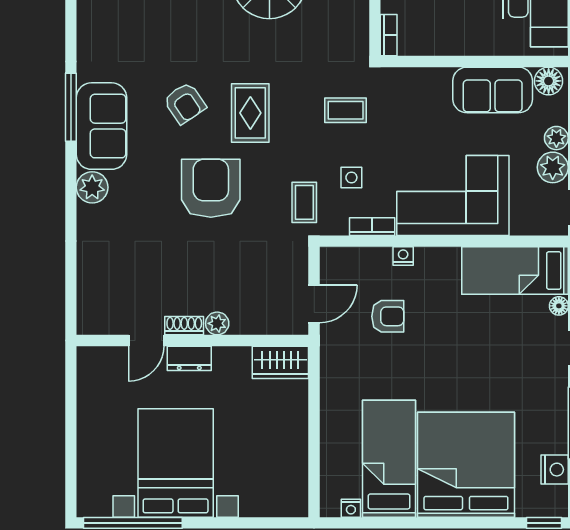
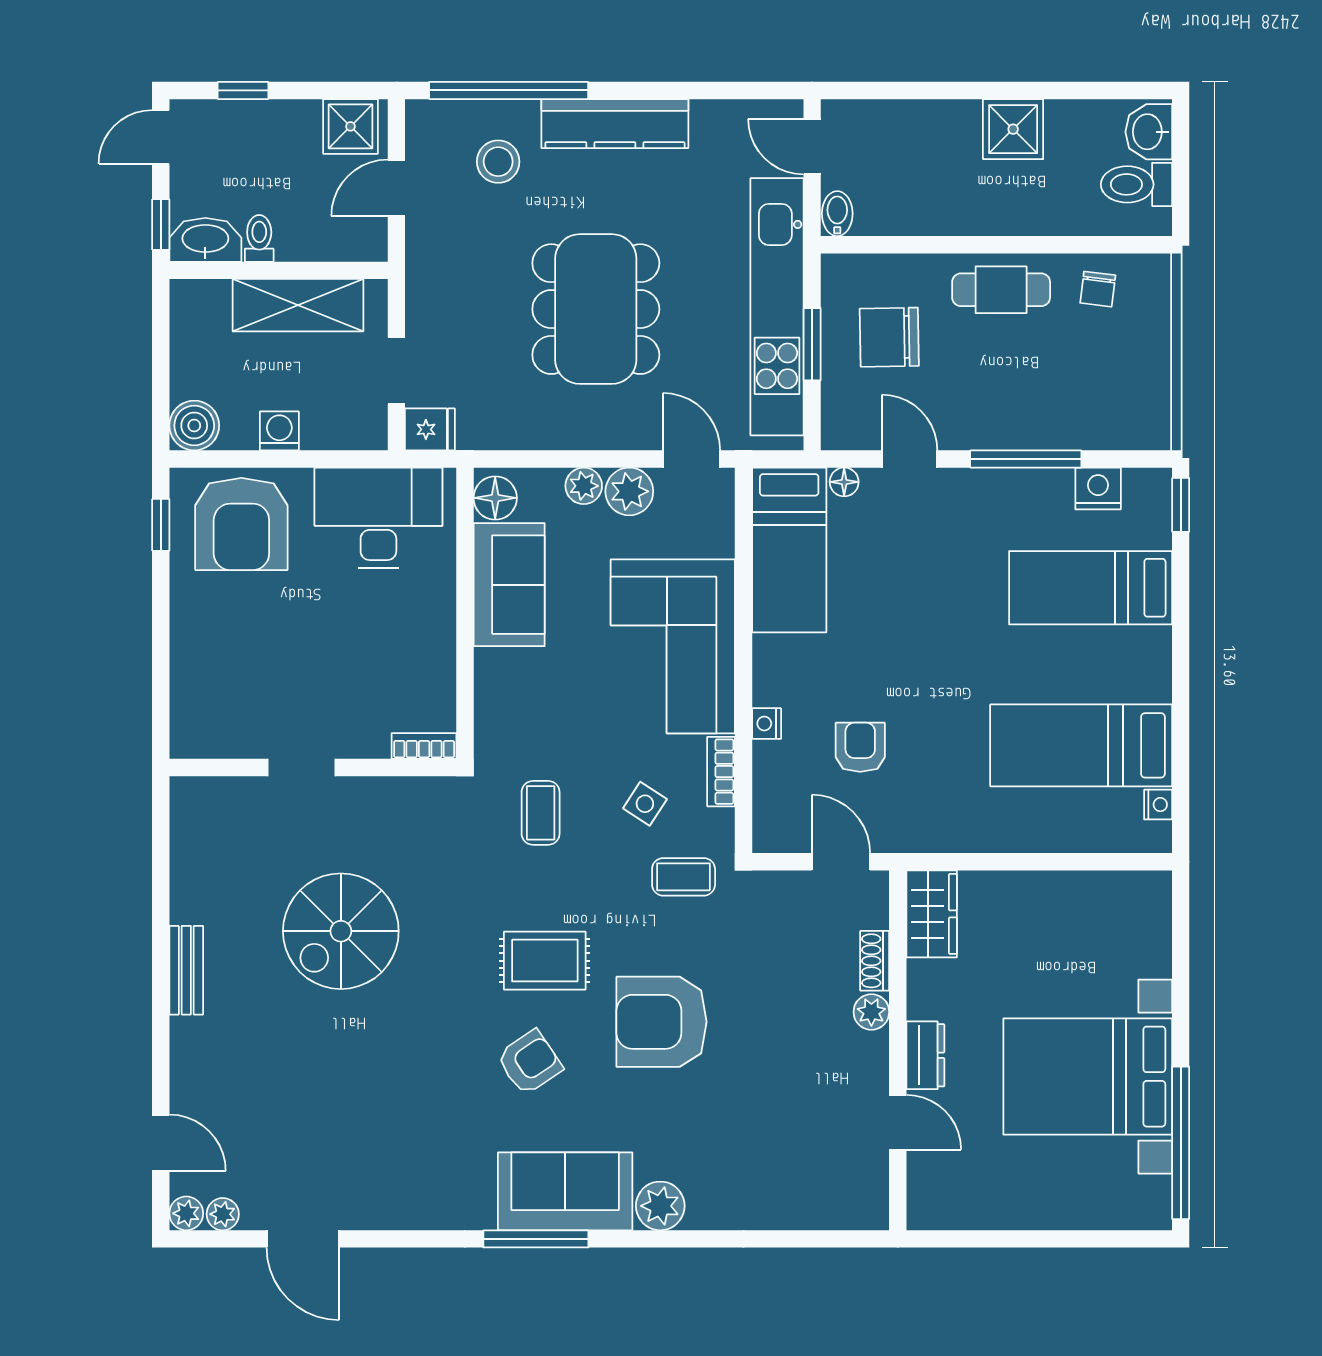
side table: (351, 177) -> (645, 804), turned 33
shoe rack: (184, 326) -> (875, 961), moved
bed: (466, 465) -> (1091, 588), width x0.49

